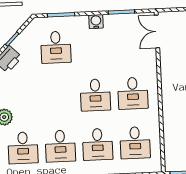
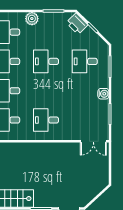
double door: (157, 31) -> (93, 141), swing flipped
desk: (95, 95) -> (46, 61), moved

